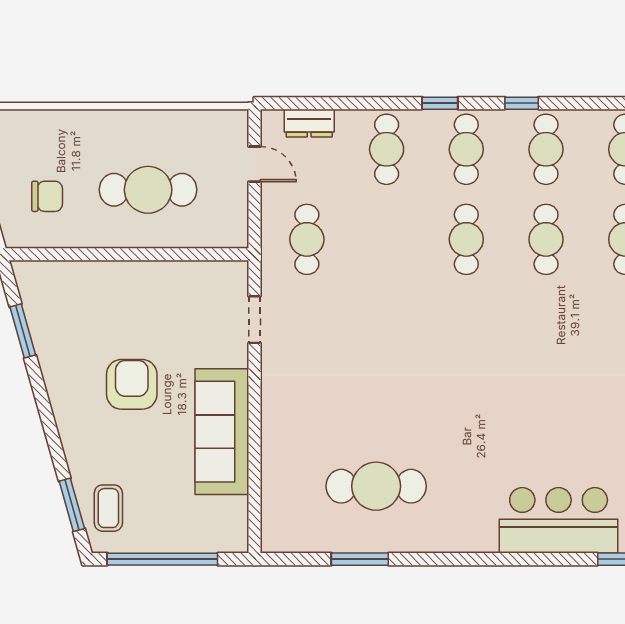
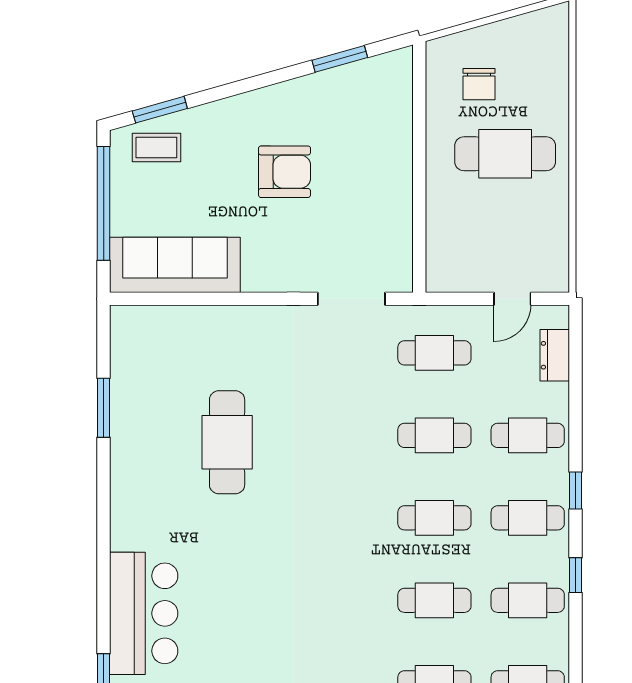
cafe table: (148, 190) -> (505, 154), moved, turned 90
cafe table: (387, 239) -> (434, 435), added
doorway: (254, 320) -> (351, 299), width x1.38
sofa: (222, 432) -> (175, 265), moved
cafe table: (376, 486) -> (227, 442), moved

